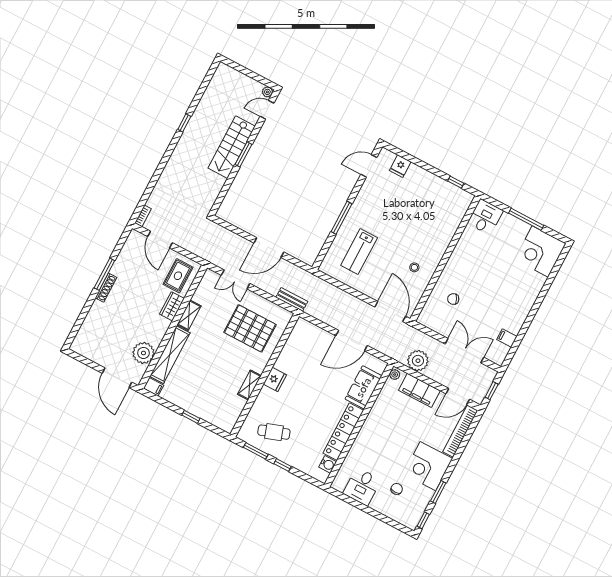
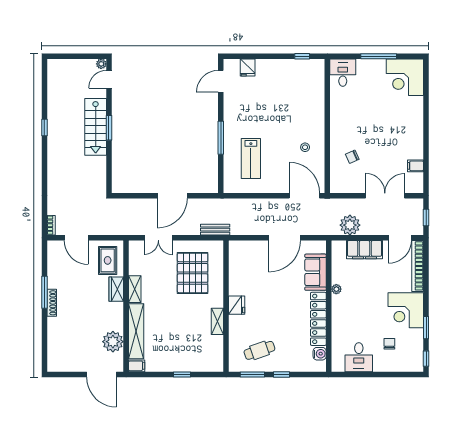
pallet: (250, 328) -> (193, 273), turned 90
plant: (395, 375) -> (336, 289), moved

